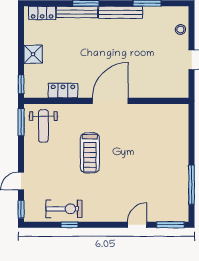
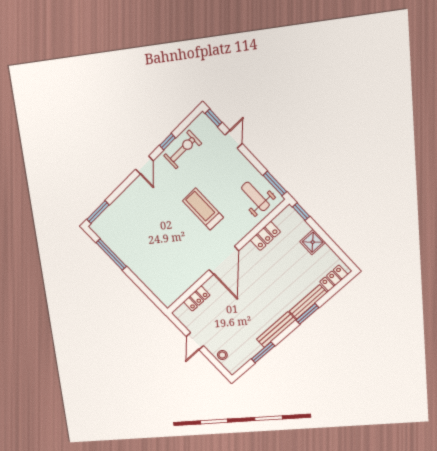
locker: (158, 91) -> (197, 298), added
exercise bike: (64, 209) -> (183, 150), turned 180
door: (137, 225) -> (144, 165), moved

